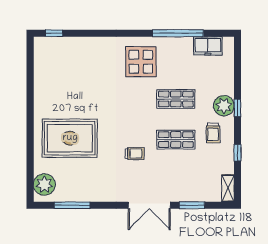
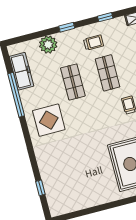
window: (54, 33) -> (40, 188), moved
freezer: (208, 46) -> (22, 71), width x1.40
plant: (224, 106) -> (48, 45), moved

